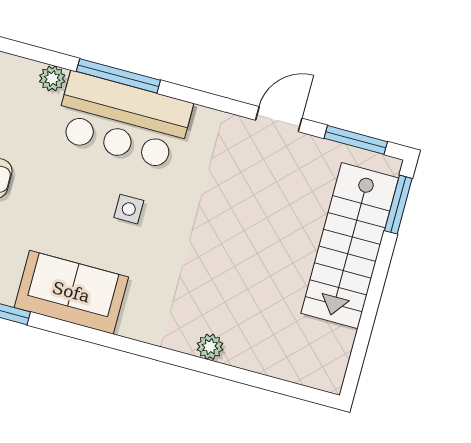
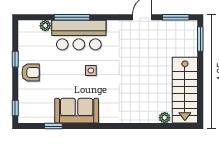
stairs: (350, 246) -> (185, 90), moved
plant: (210, 347) -> (165, 118), moved

